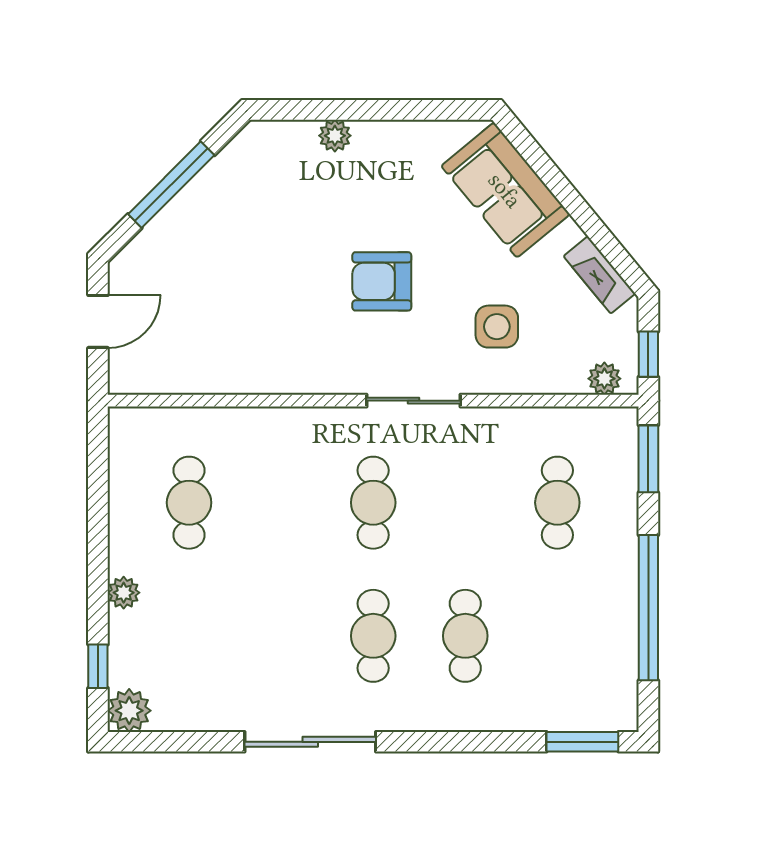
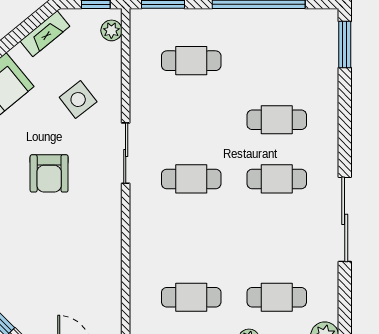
side table: (497, 327) -> (78, 100), turned -38
cafe table: (189, 636) -> (277, 297), added

